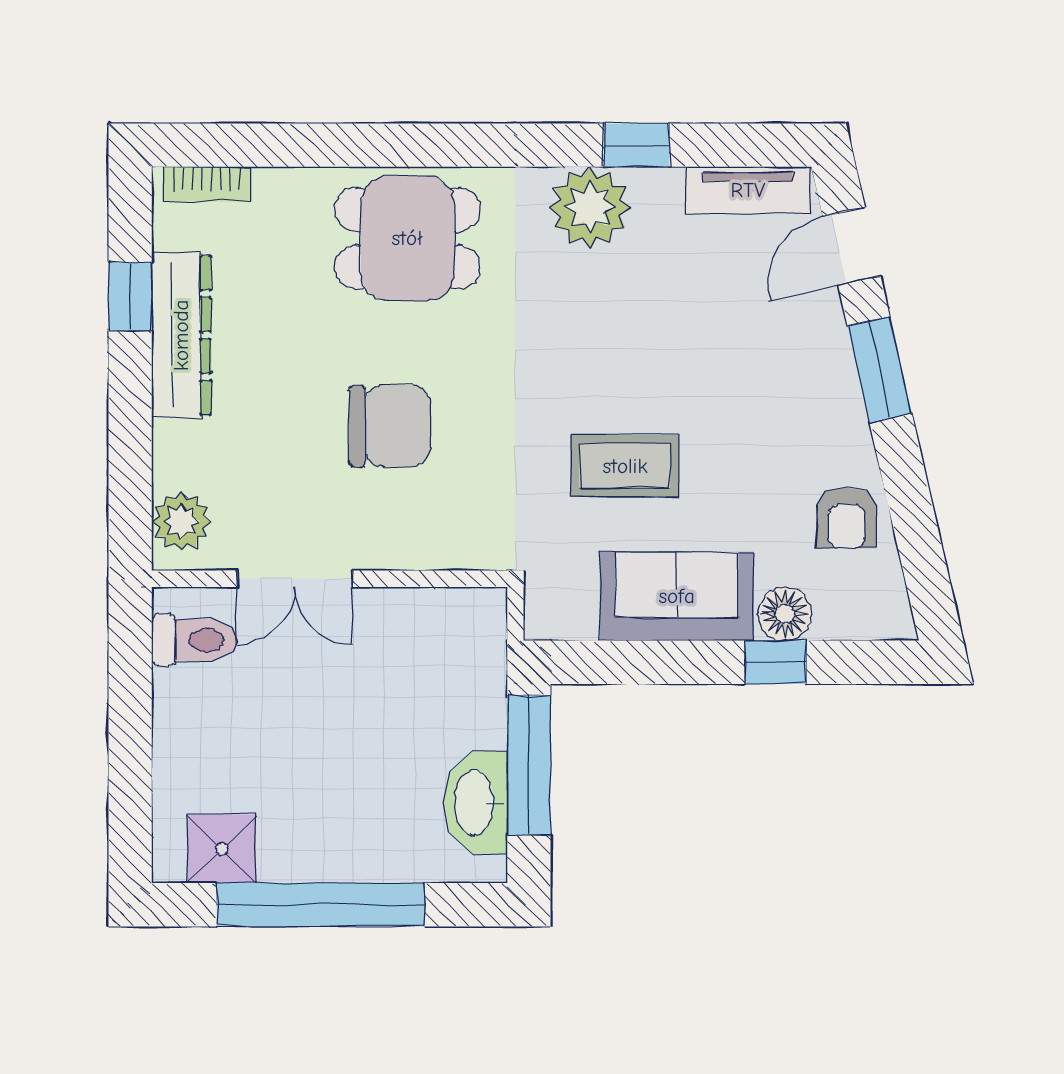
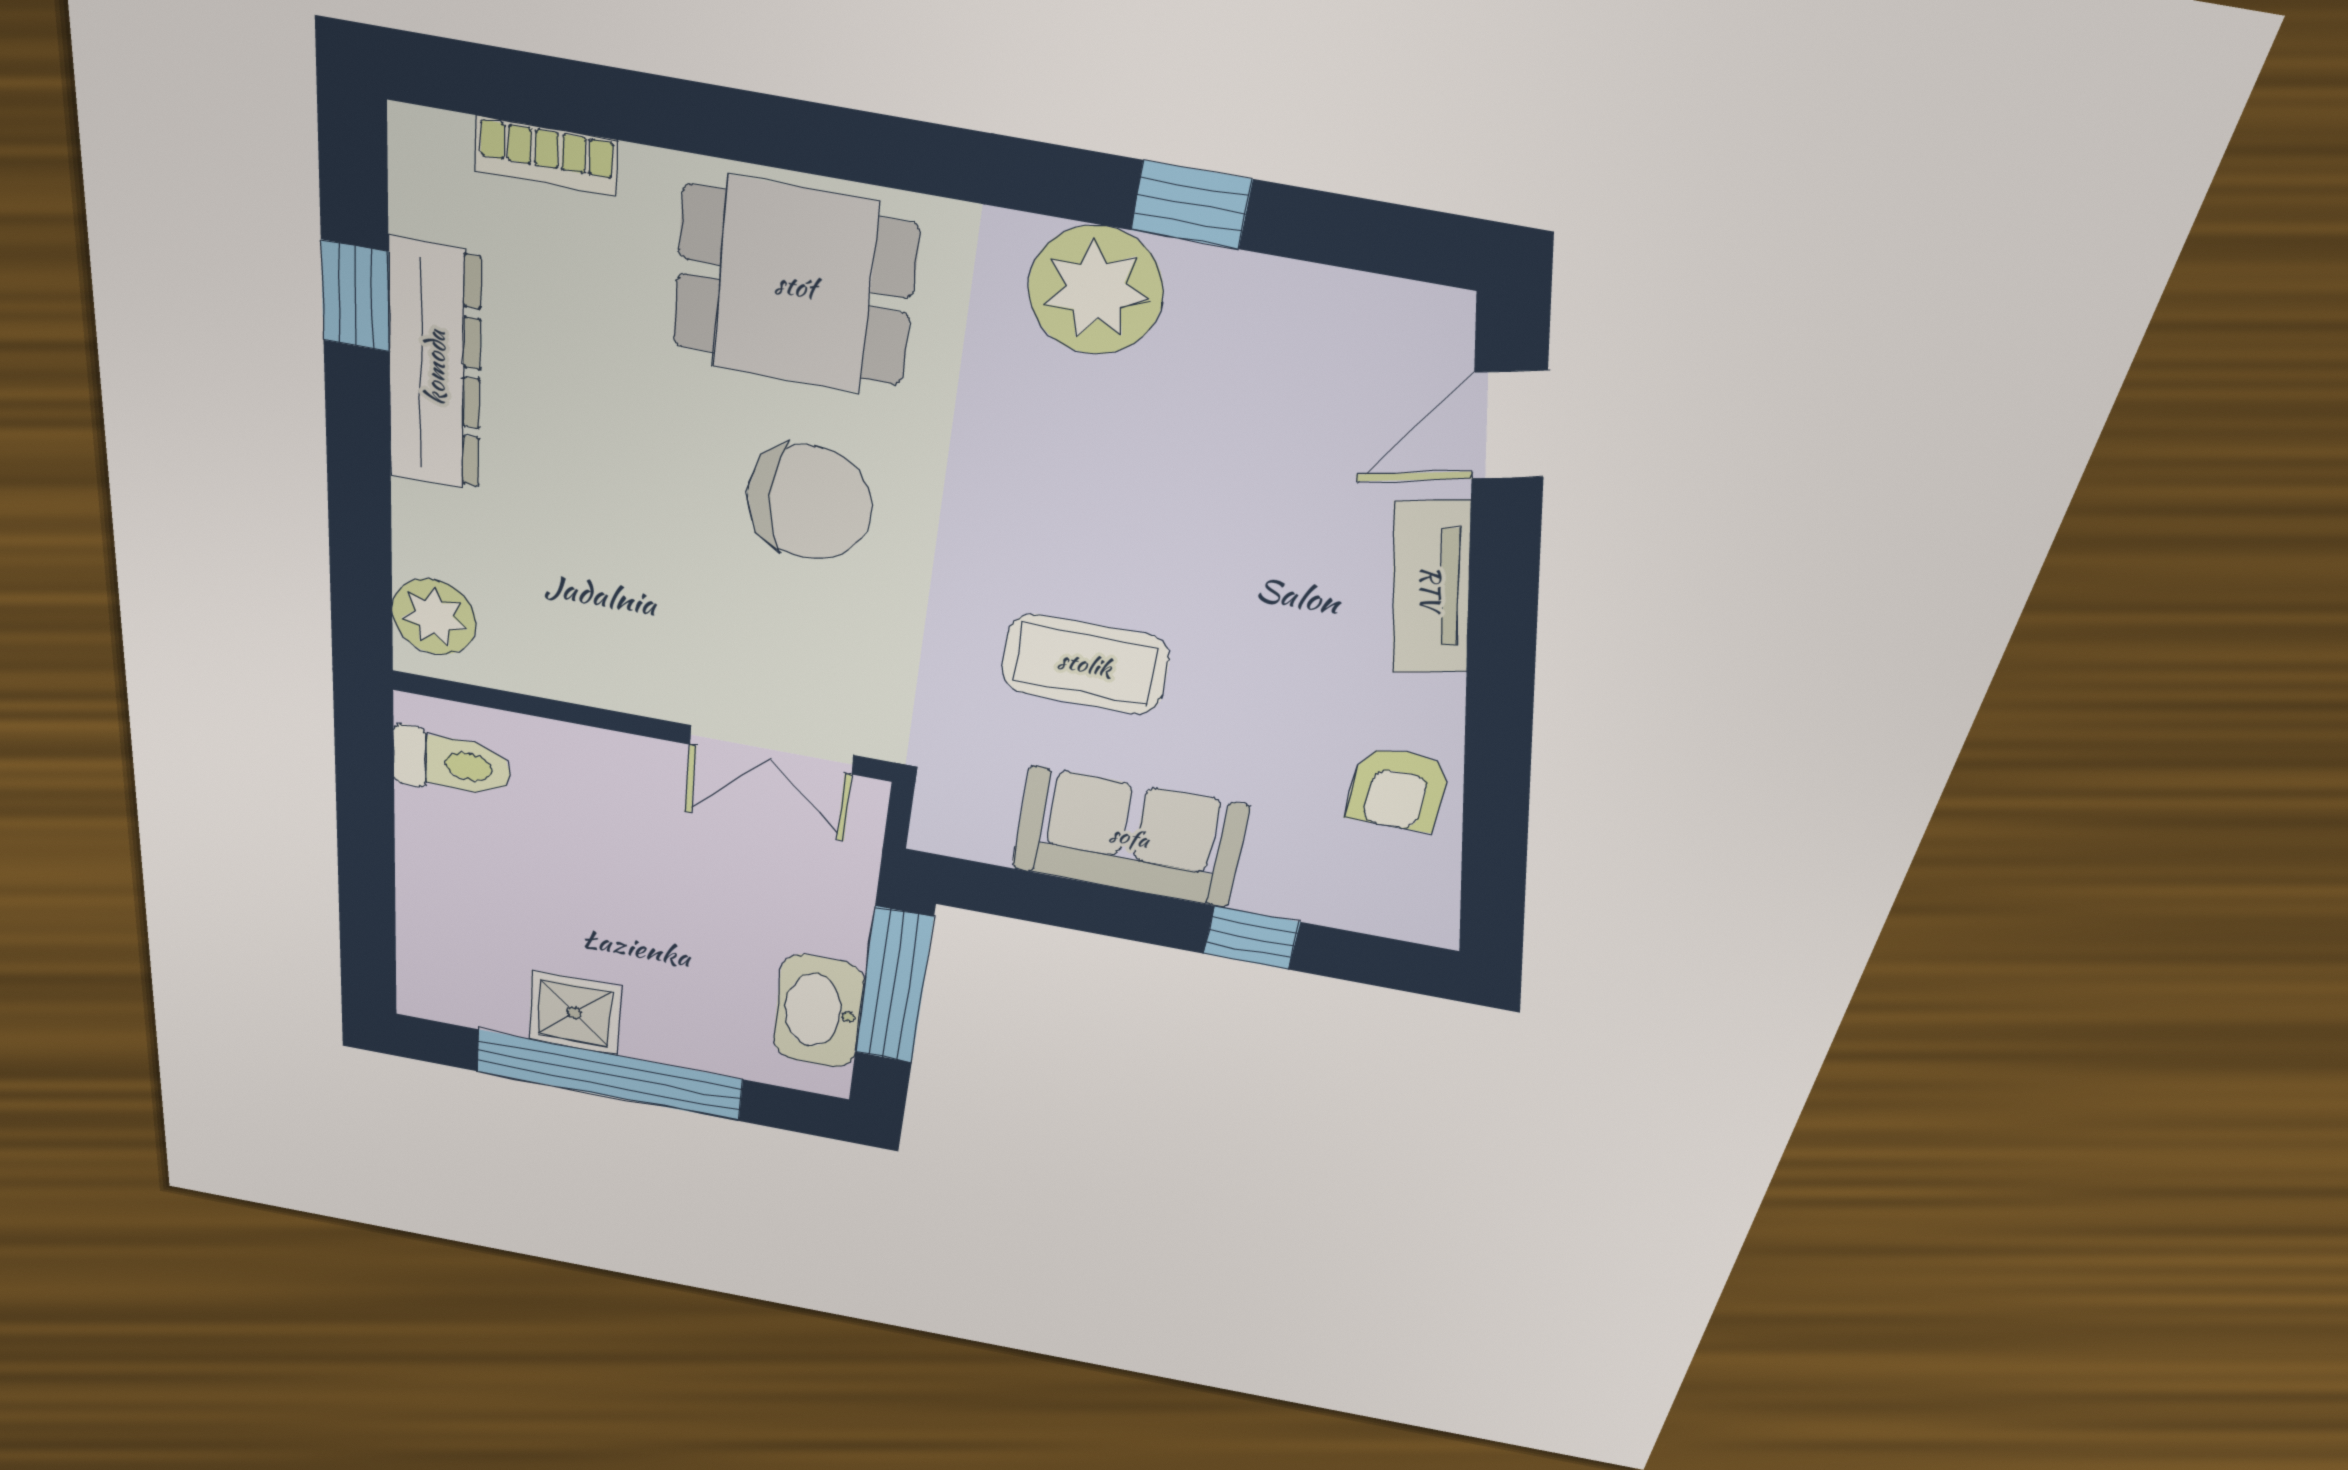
bookcase: (207, 184) -> (546, 156), moved
tv unit: (748, 190) -> (1431, 588), moved, turned 77
window: (880, 370) -> (1503, 608), removed
chair: (390, 426) -> (810, 503), moved
double door: (295, 579) -> (771, 750), moved
floor lamp: (785, 614) -> (1278, 886), removed
shower: (222, 849) -> (574, 1013), moved

